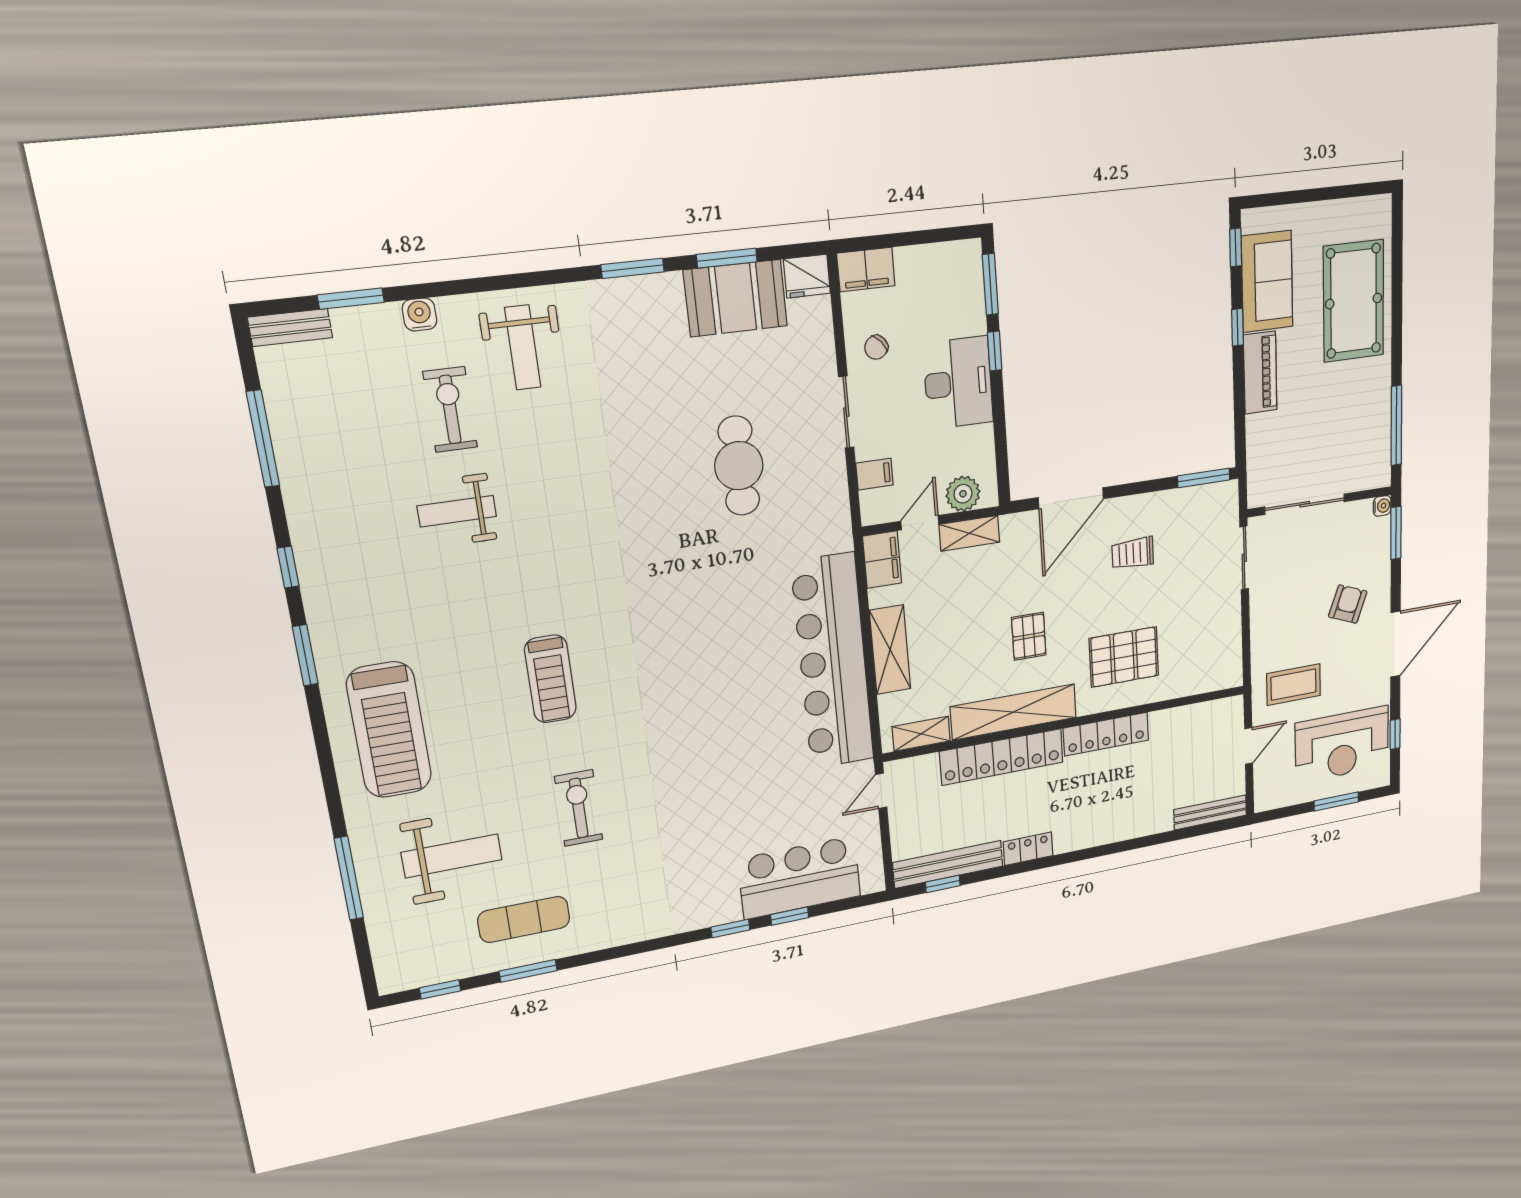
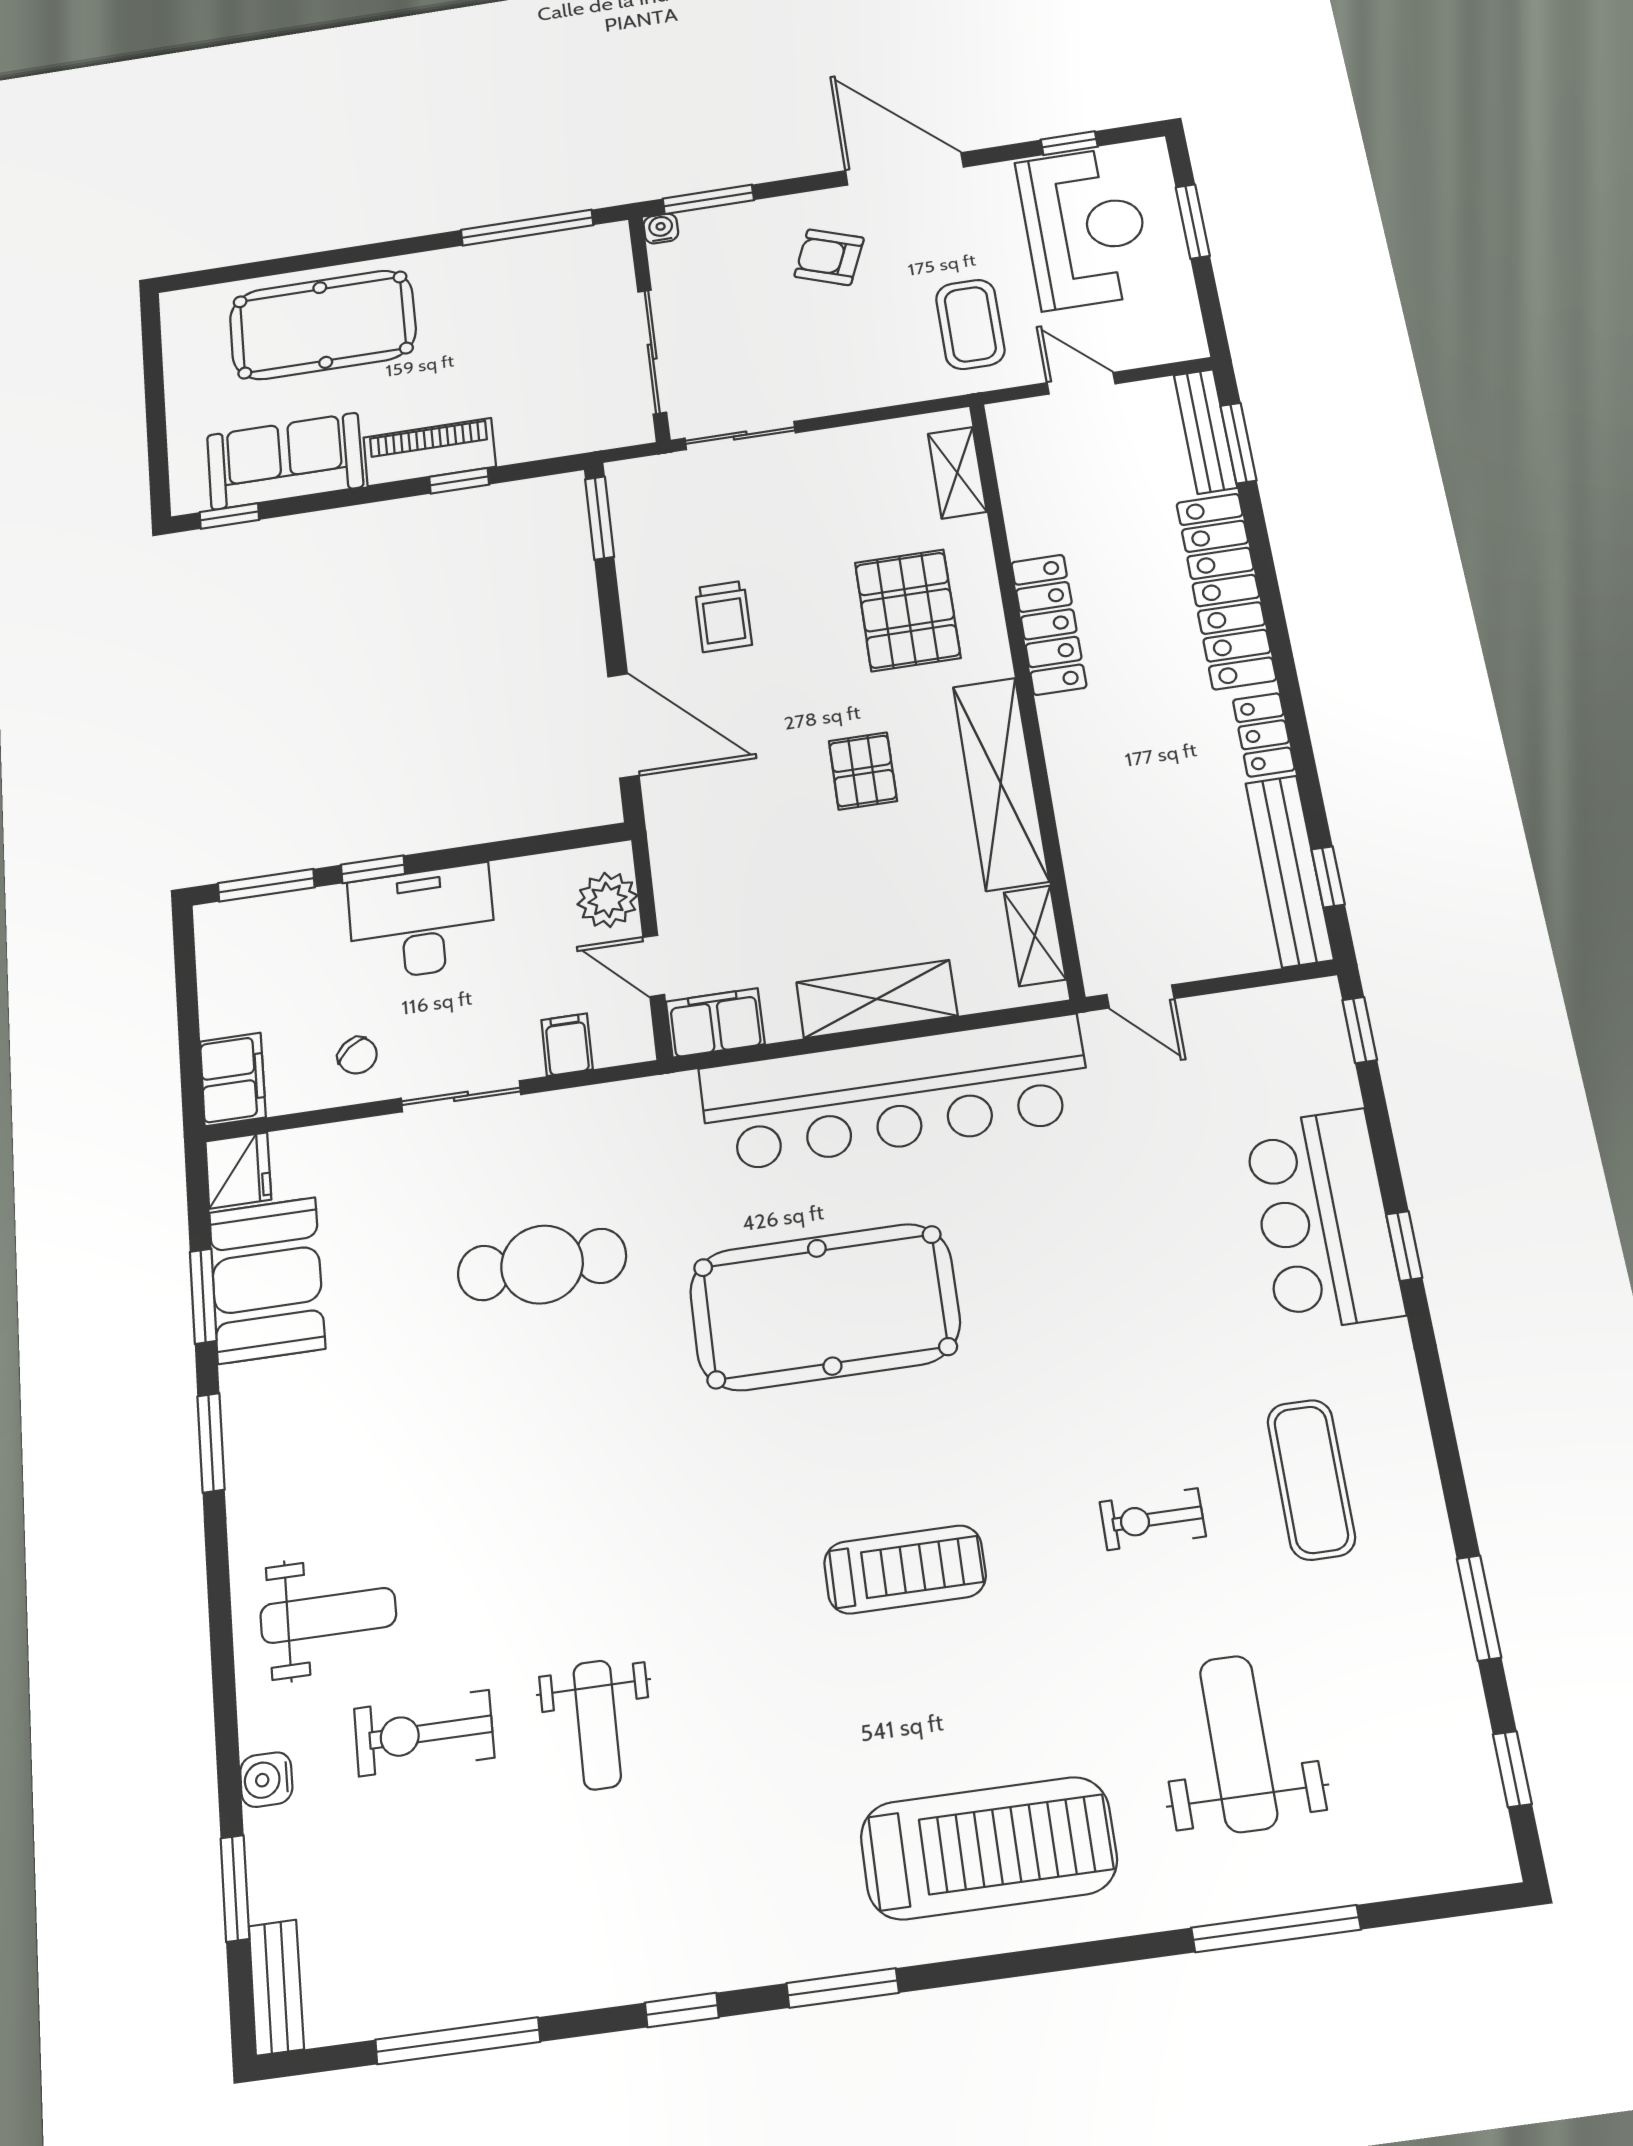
window: (1238, 327) -> (459, 481), moved
shelving: (969, 533) -> (957, 473), moved
pool table: (707, 629) -> (825, 1307), added
pallet: (1029, 636) -> (863, 771), turned 90
locker: (1002, 757) -> (1226, 591), moved, turned 180
exercise bike: (579, 808) -> (1153, 1519), width x0.73, depth x0.72
window: (1201, 830) -> (1238, 443), added
bar counter: (800, 878) -> (1324, 1219), moved
window: (790, 916) -> (1360, 1030), moved
exercise mat: (524, 919) -> (1311, 1479), moved

